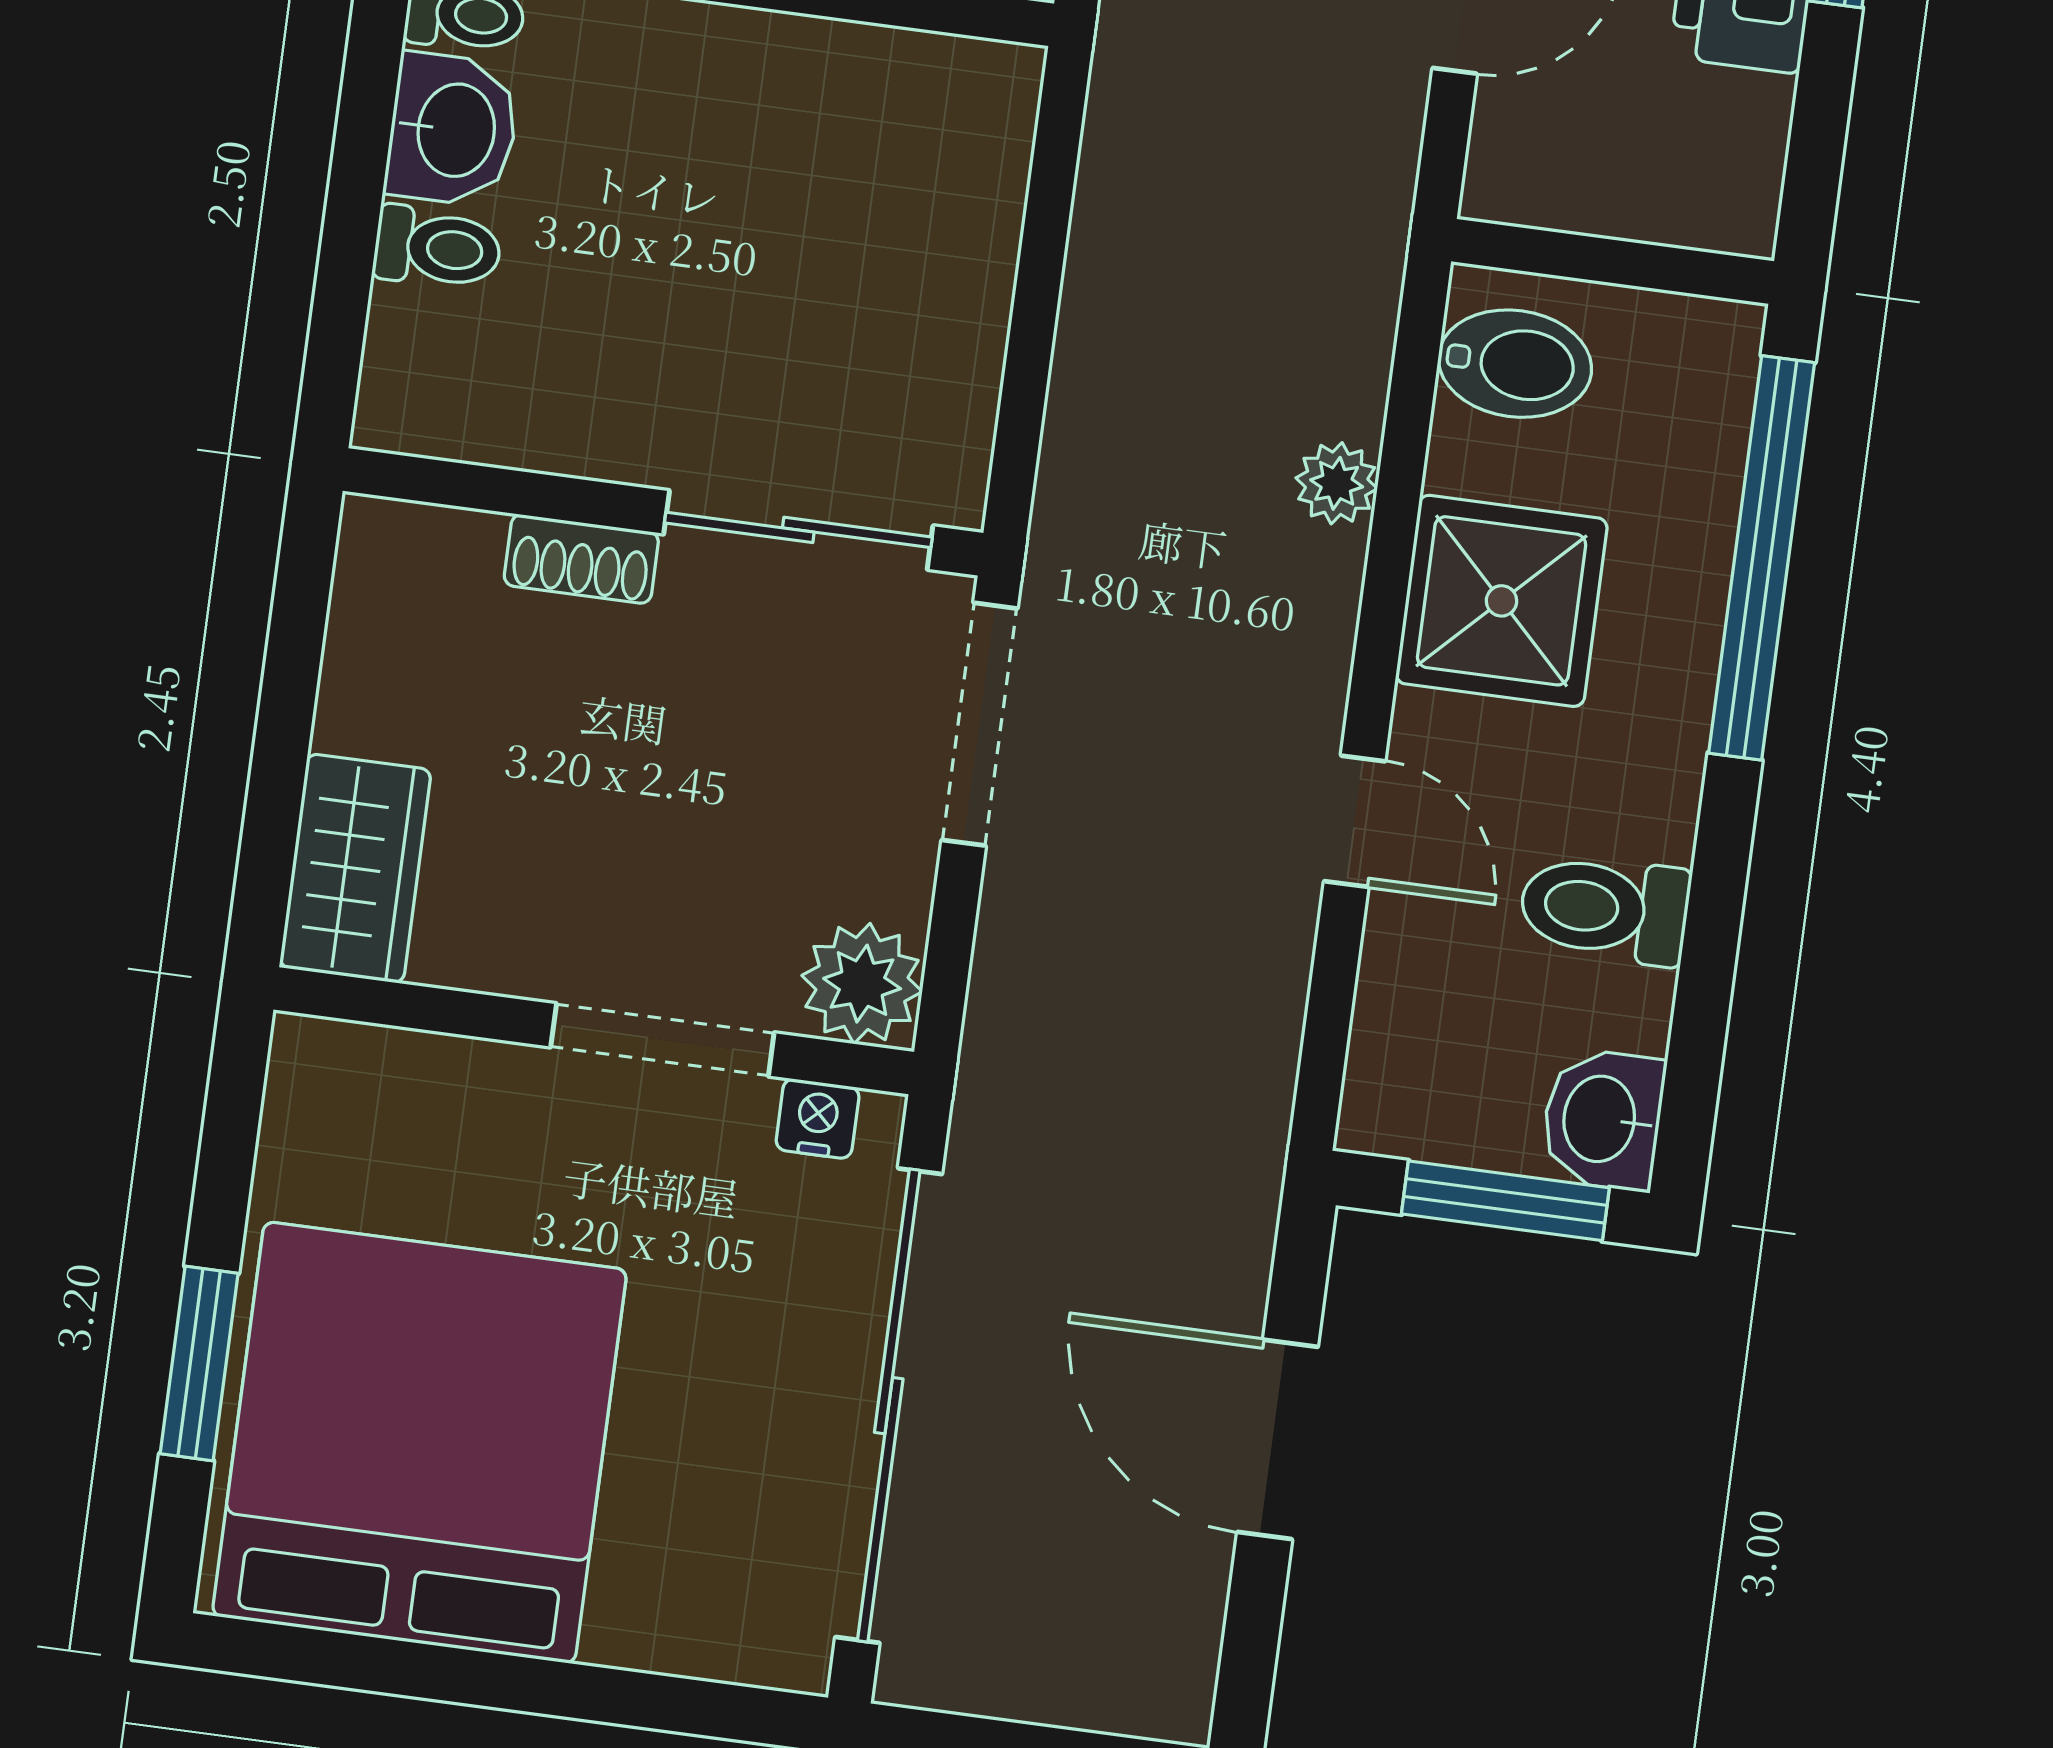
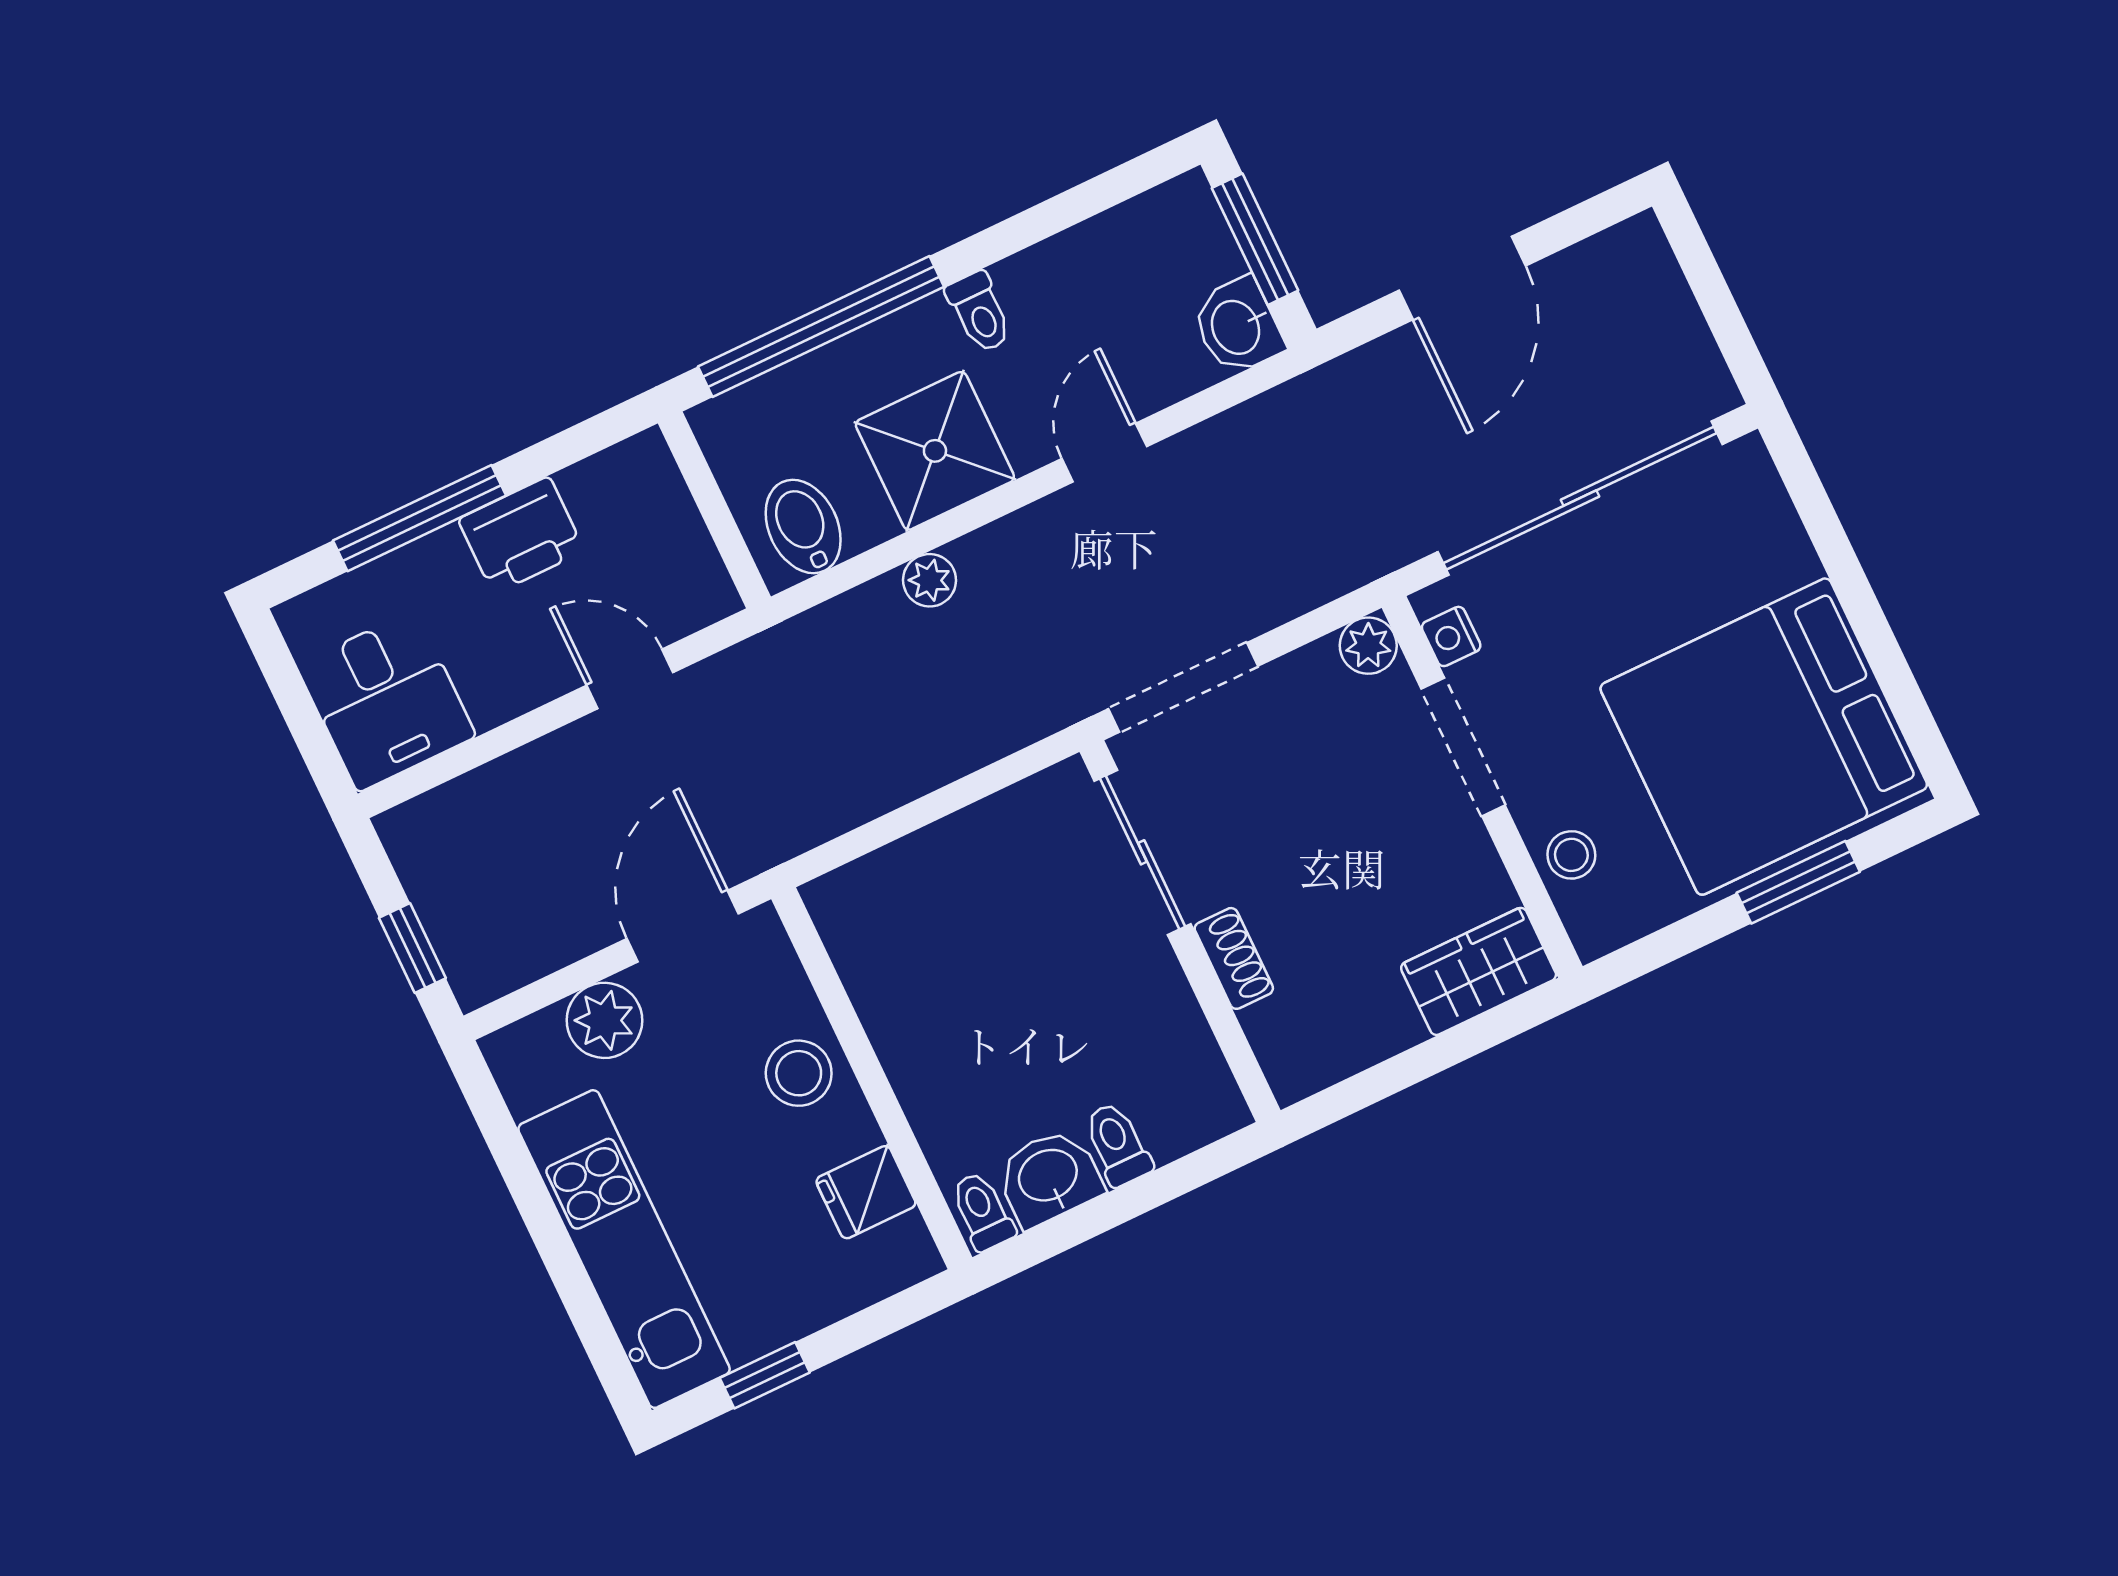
toilet: (1605, 909) -> (979, 312), moved, width x0.73, depth x0.72
plant: (862, 984) -> (1368, 646), width x0.73, depth x0.73
stool: (429, 1090) -> (1571, 855), added
washbasin: (1603, 1119) -> (1237, 326), moved, turned 90

